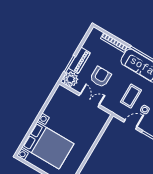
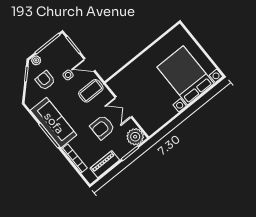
piano: (79, 60) -> (105, 164), moved
coffee table: (131, 96) -> (91, 91), moved

